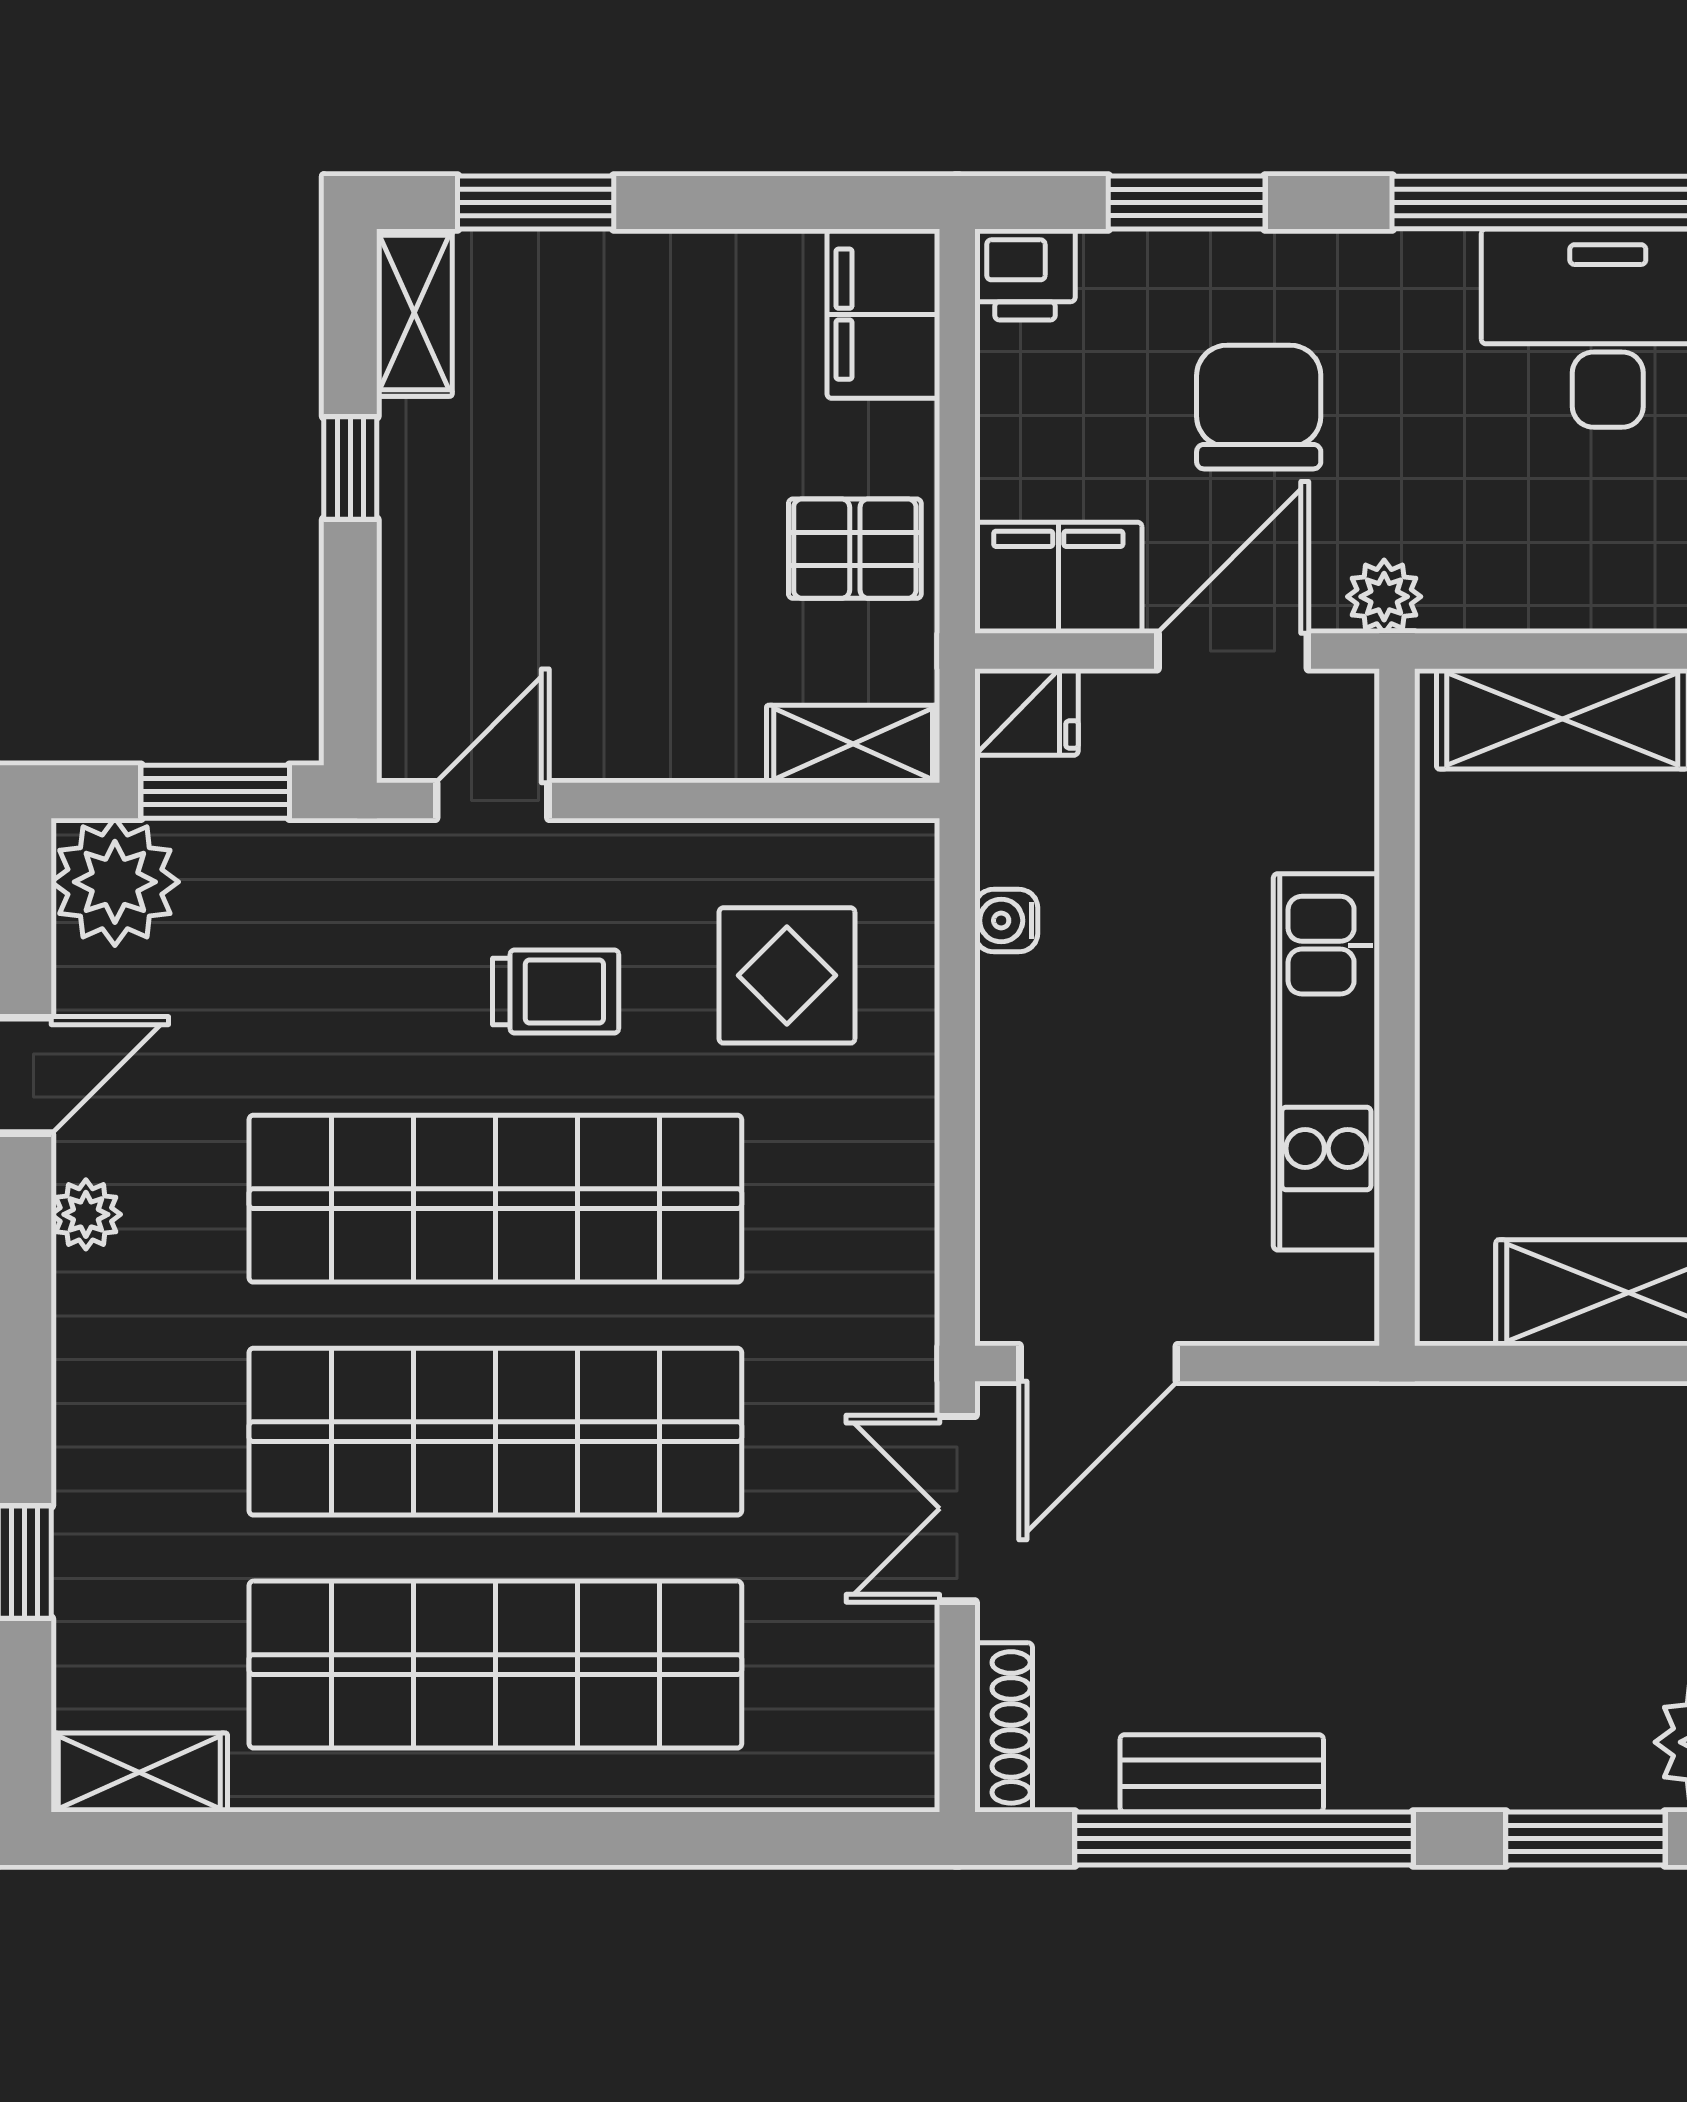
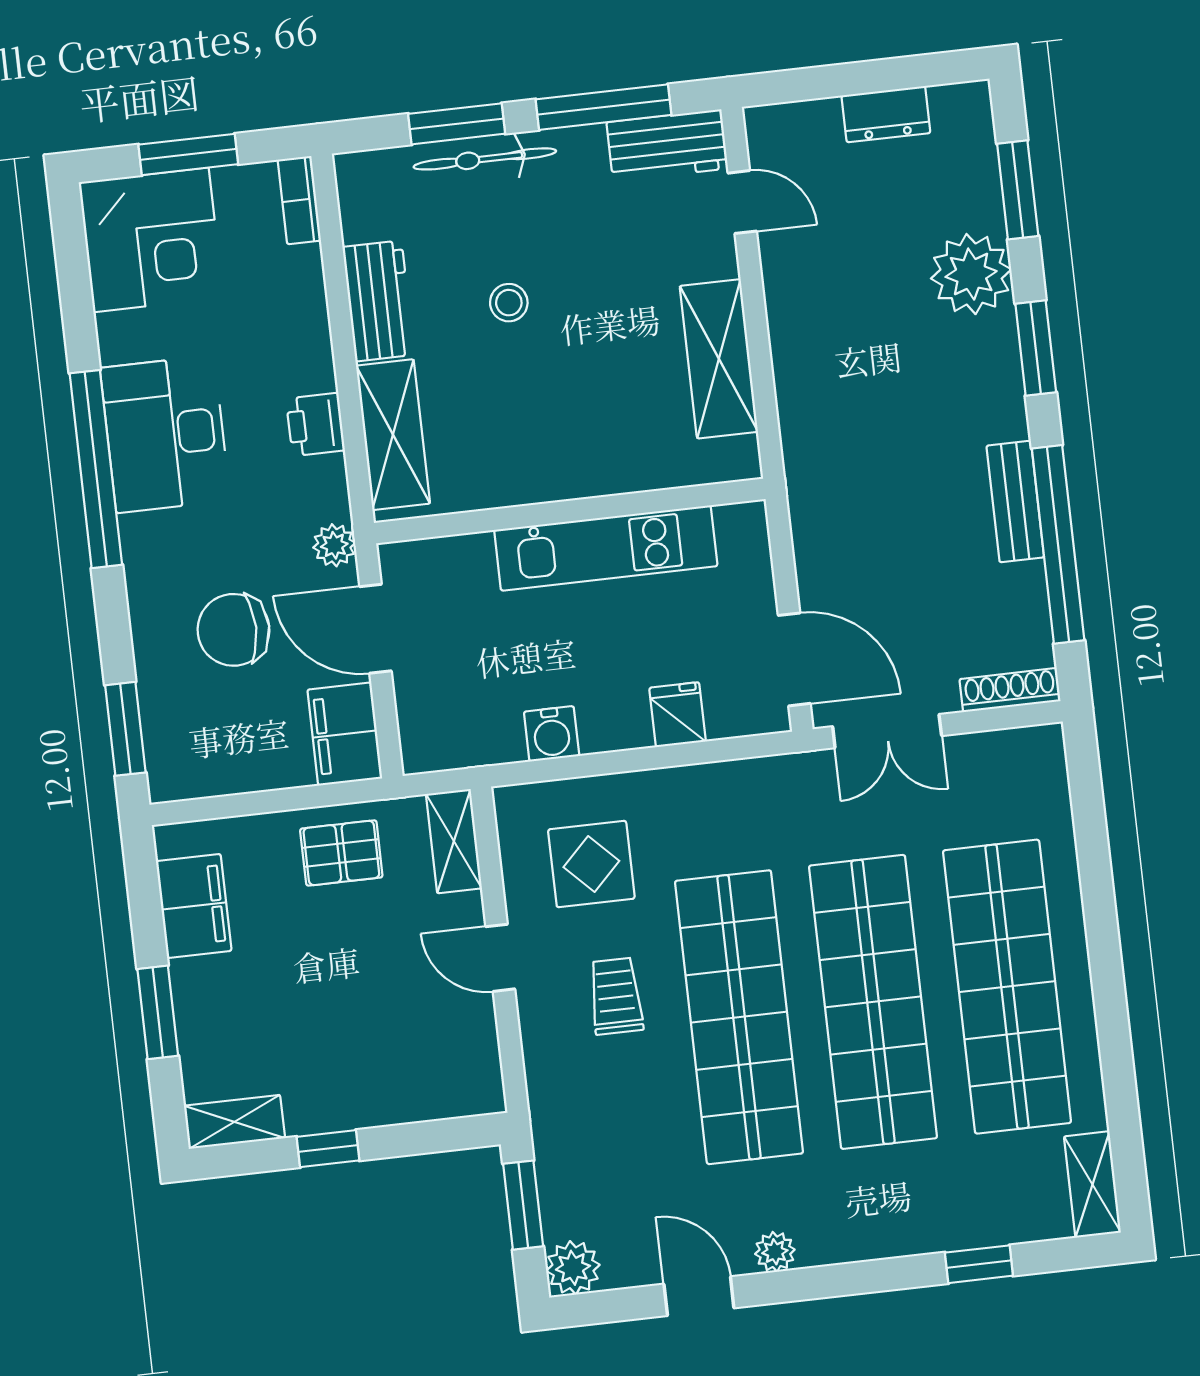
window: (536, 202) -> (158, 1012), moved
window: (1187, 202) -> (125, 729), moved
printer: (1025, 274) -> (315, 425), moved, turned 180
filing cabinet: (883, 314) -> (194, 906), moved, turned -90
pallet: (855, 549) -> (341, 853), turned 90
fridge: (1026, 712) -> (678, 715), moved
door: (492, 801) -> (500, 958), moved
plant: (115, 882) -> (573, 1268), width x0.73, depth x0.73
water cooler: (1006, 921) -> (552, 734), width x1.38, depth x1.38
bench: (1222, 1773) -> (1015, 502), moved

